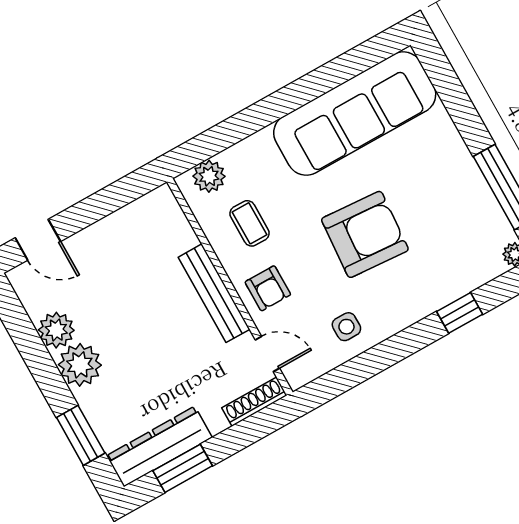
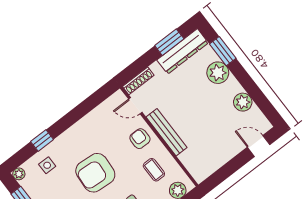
side table: (346, 327) -> (47, 165), moved
plant: (80, 365) -> (218, 73), moved

